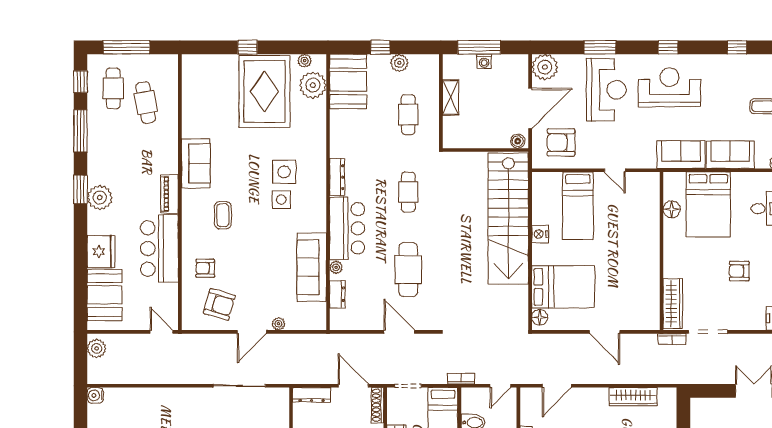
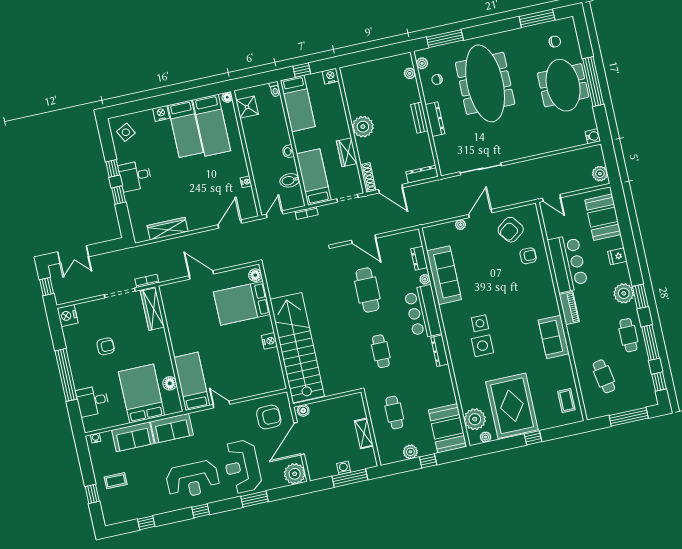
cafe table: (113, 88) -> (628, 335), moved
bed: (578, 206) -> (192, 381), moved
coffee table: (223, 215) -> (566, 401), moved
fridge: (101, 252) -> (617, 256), width x0.53, depth x0.75
armchair: (219, 304) -> (511, 230), turned -53

